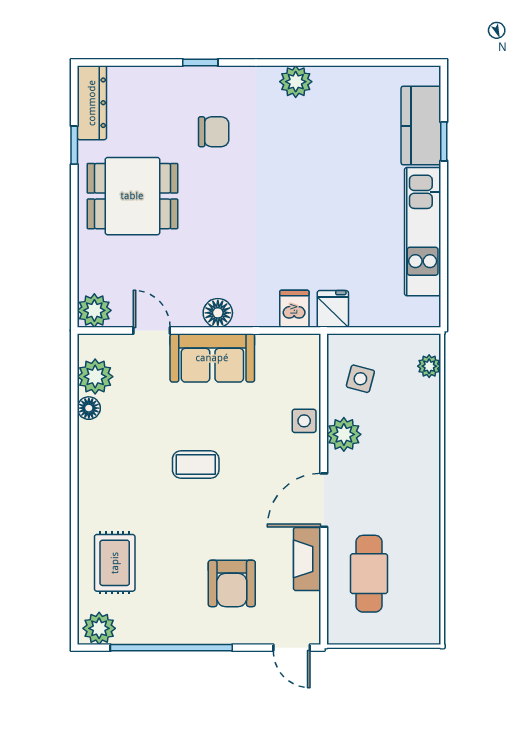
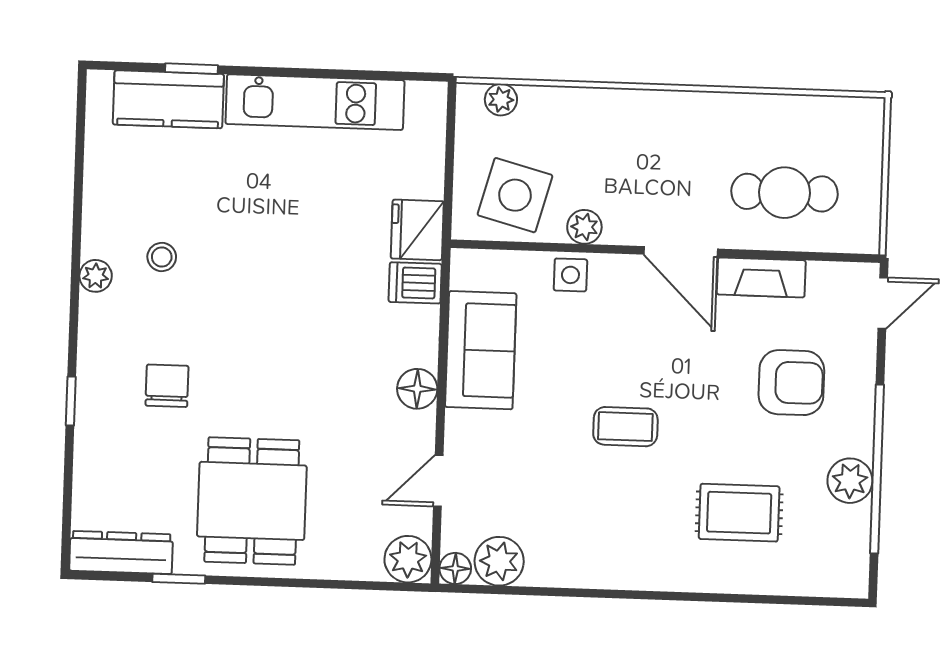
plant: (296, 82) -> (96, 276), width x0.73, depth x0.73
stool: (307, 125) -> (162, 257), added
fridge: (333, 309) -> (417, 230), width x1.38
sofa: (212, 358) -> (481, 350), moved
side table: (360, 379) -> (515, 195), width x1.87, depth x1.87
floor lamp: (89, 408) -> (455, 568), moved
plant: (344, 434) -> (584, 227), width x0.73, depth x0.73
coffee table: (196, 464) -> (625, 427), turned 90
rug: (115, 563) -> (739, 513), moved
plant: (99, 628) -> (850, 481), moved

